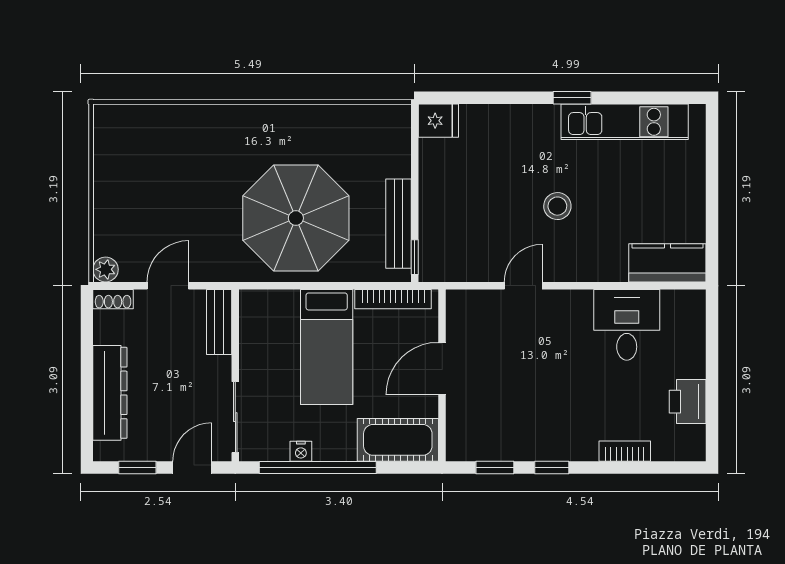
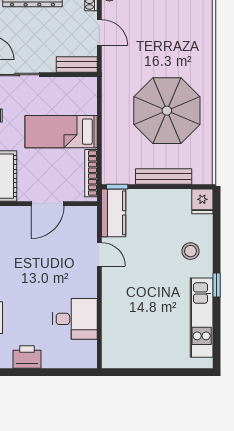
stool: (557, 206) -> (190, 251), moved
parasol: (296, 218) -> (167, 111), moved
bench: (399, 224) -> (164, 176), moved
kitchen counter: (667, 263) -> (114, 213), moved
door: (442, 369) -> (48, 204), swing flipped

